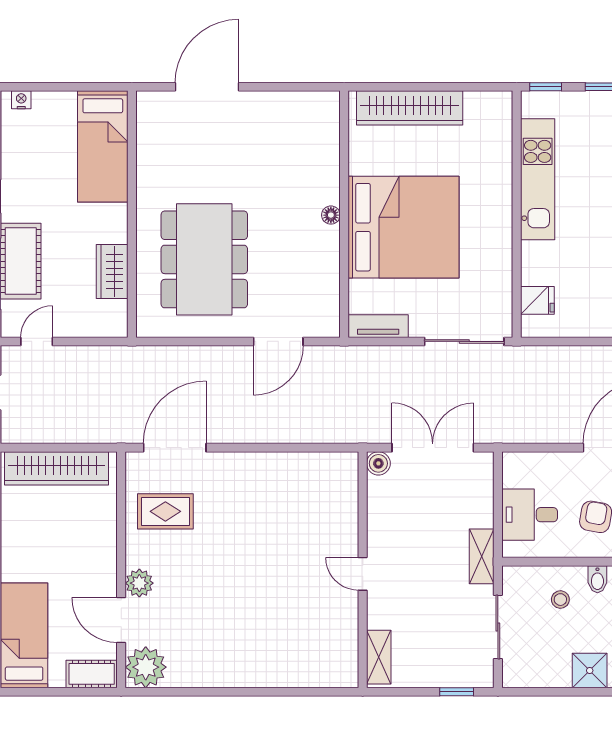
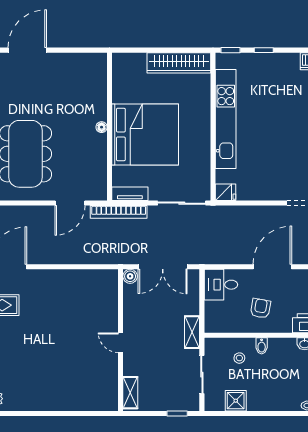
wardrobe: (410, 108) -> (179, 63), moved
kitchen unit: (538, 179) -> (226, 119), width x1.36
fridge: (537, 300) -> (225, 192), moved
bookcase: (359, 356) -> (119, 212), added
double door: (433, 448) -> (163, 267), swing flipped
desk: (530, 515) -> (221, 285), moved
shower: (590, 670) -> (236, 401), moved

